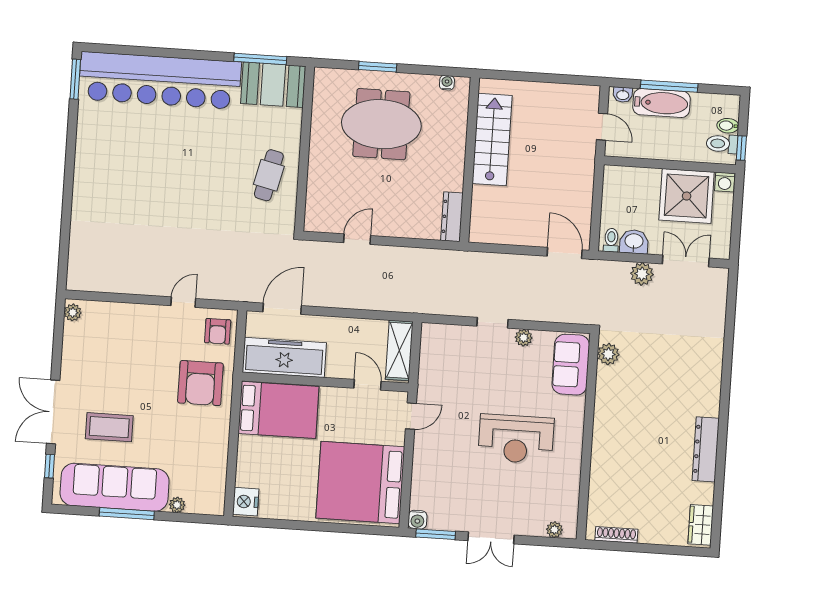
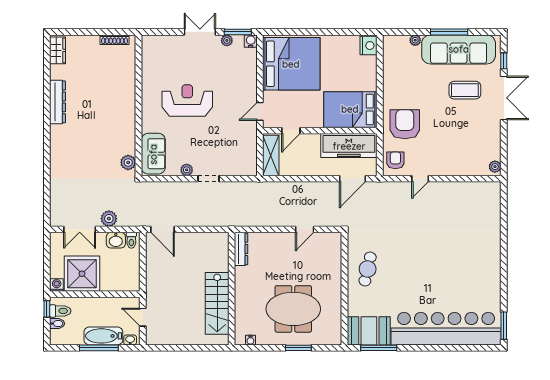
door: (367, 385) -> (291, 131), hinge flipped
plant: (554, 530) -> (227, 40), moved

